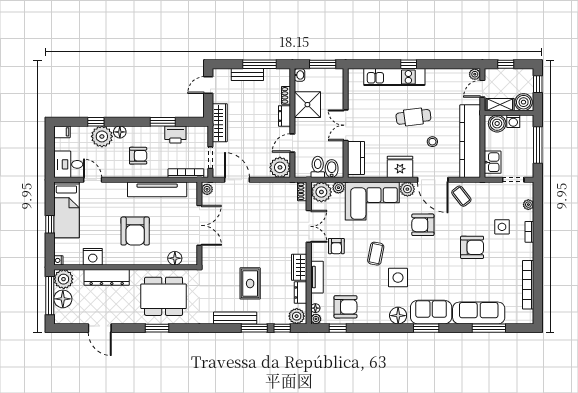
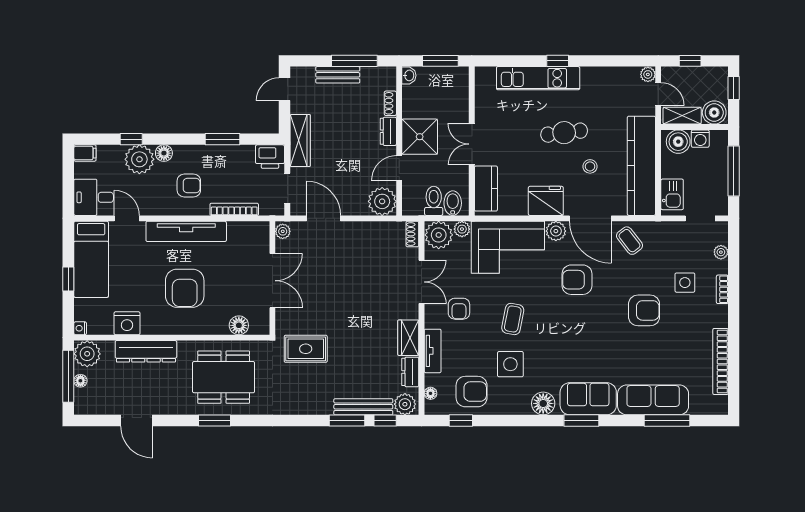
door: (482, 89) -> (658, 94), swing flipped
shower: (307, 105) -> (420, 137), moved
printer: (175, 134) -> (270, 157), moved
bookcase: (186, 173) -> (234, 209), moved
tv unit: (157, 189) -> (186, 231), moved
side table: (398, 278) -> (510, 364), moved
rug: (250, 283) -> (306, 349), moved, turned 90
floor lamp: (63, 299) -> (80, 381), width x0.53, depth x0.53
bench: (235, 318) -> (363, 407), moved
plant: (316, 319) -> (431, 408), removed

